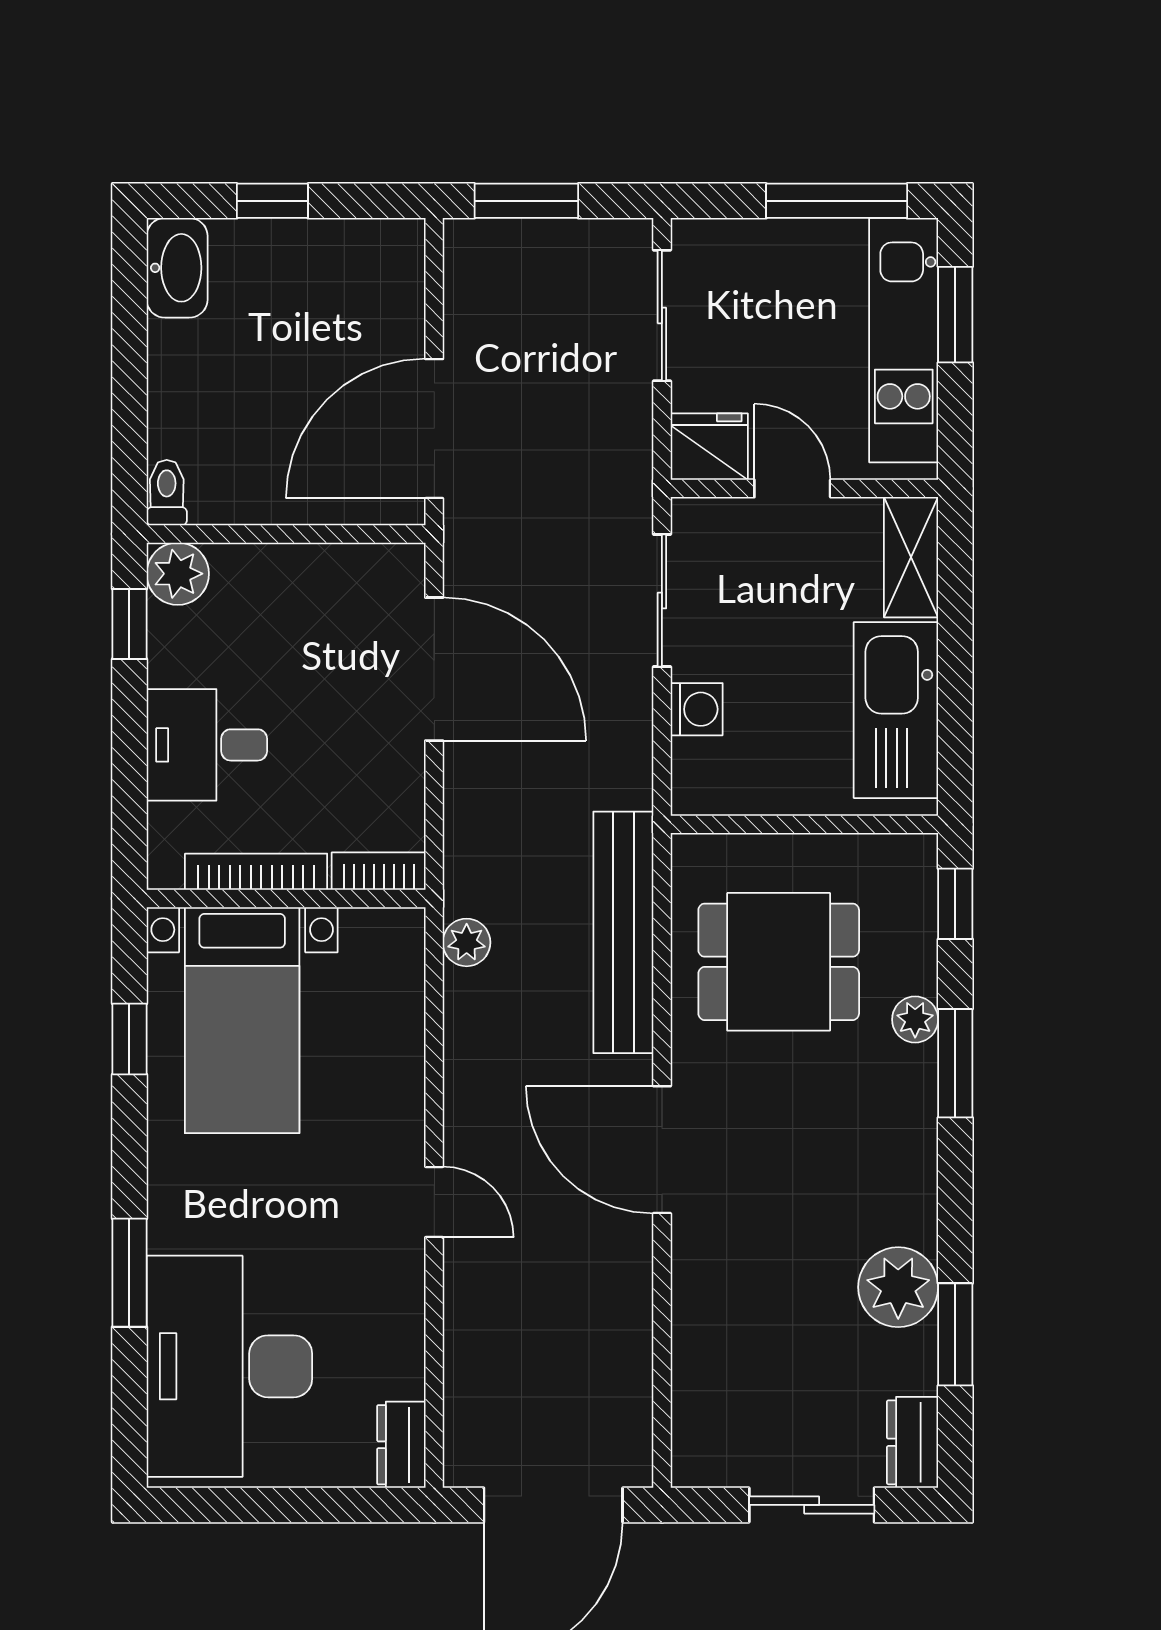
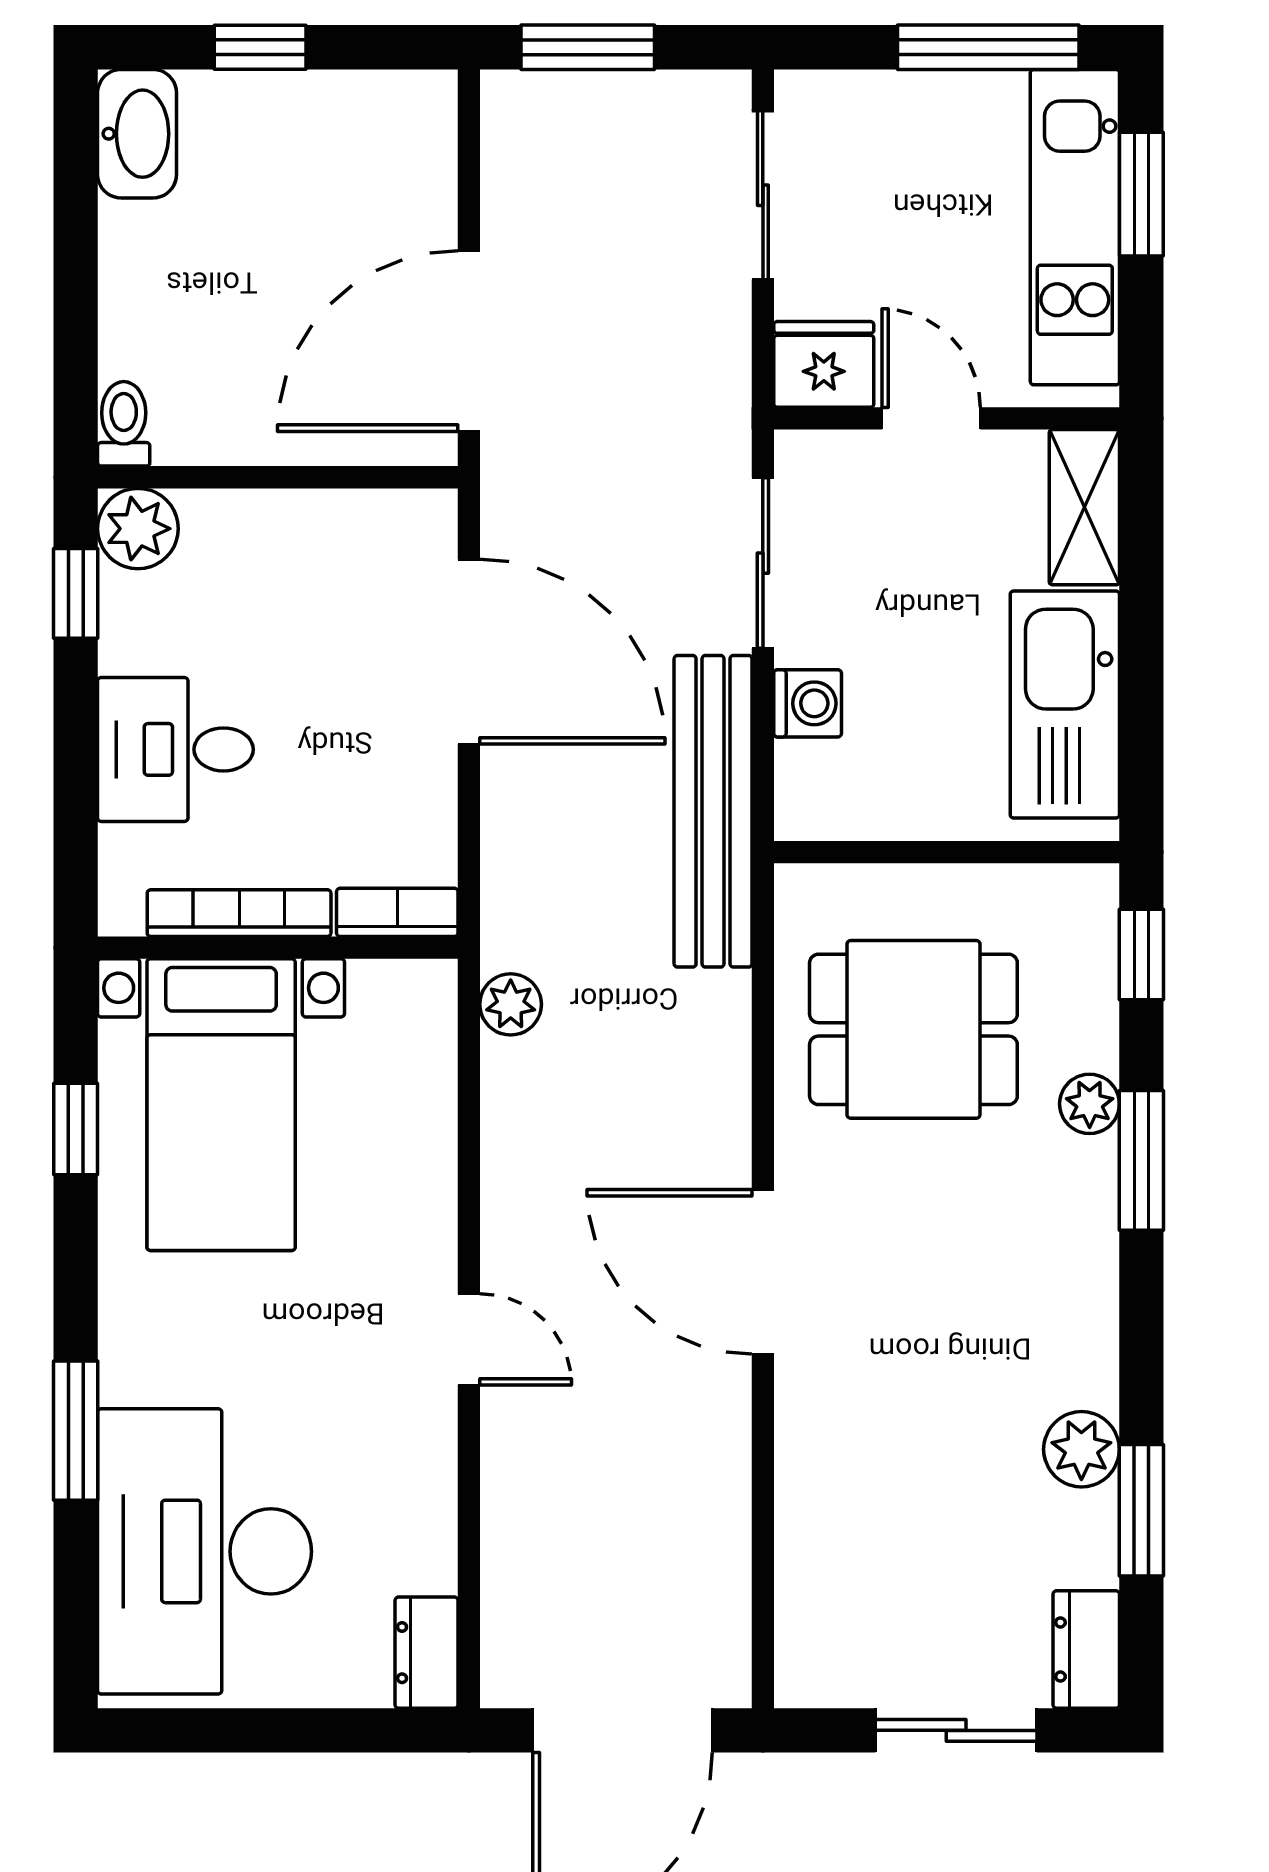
bench: (623, 932) -> (713, 811), moved
plant: (898, 1287) -> (1081, 1449), width x0.73, depth x0.73

